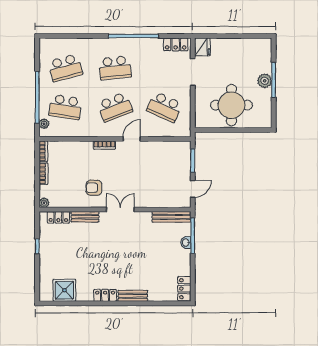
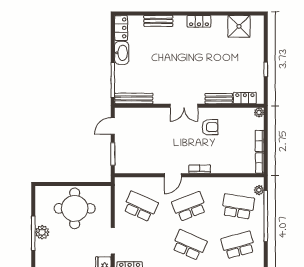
school desk: (115, 68) -> (189, 245), turned 30
washbasin: (186, 243) -> (122, 53), moved, width x1.91, depth x1.45
bench: (133, 296) -> (158, 21), moved

